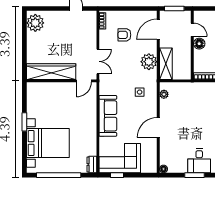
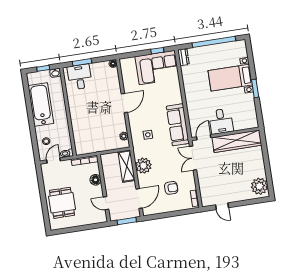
floor lamp: (199, 44) -> (96, 180), moved
desk: (64, 94) -> (221, 121), added
sofa: (108, 116) -> (178, 125), moved
bed with nightstands: (48, 143) -> (230, 78), width x0.73

